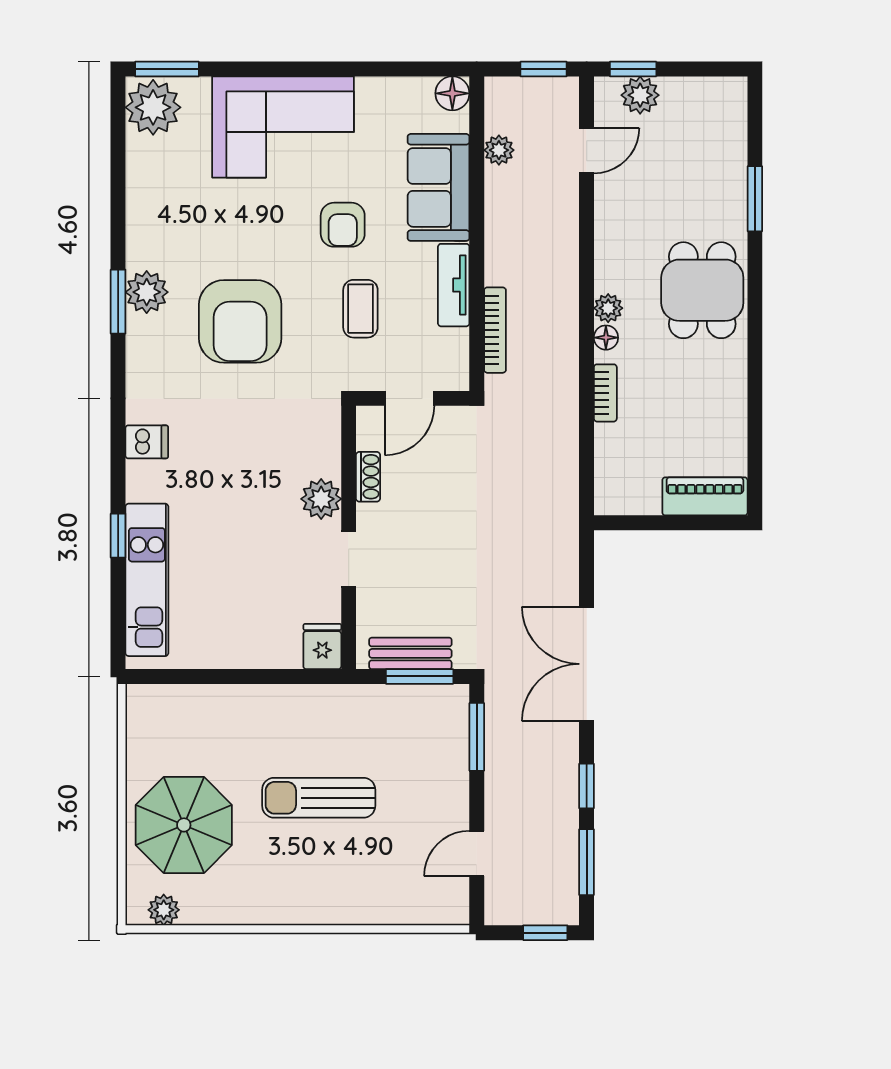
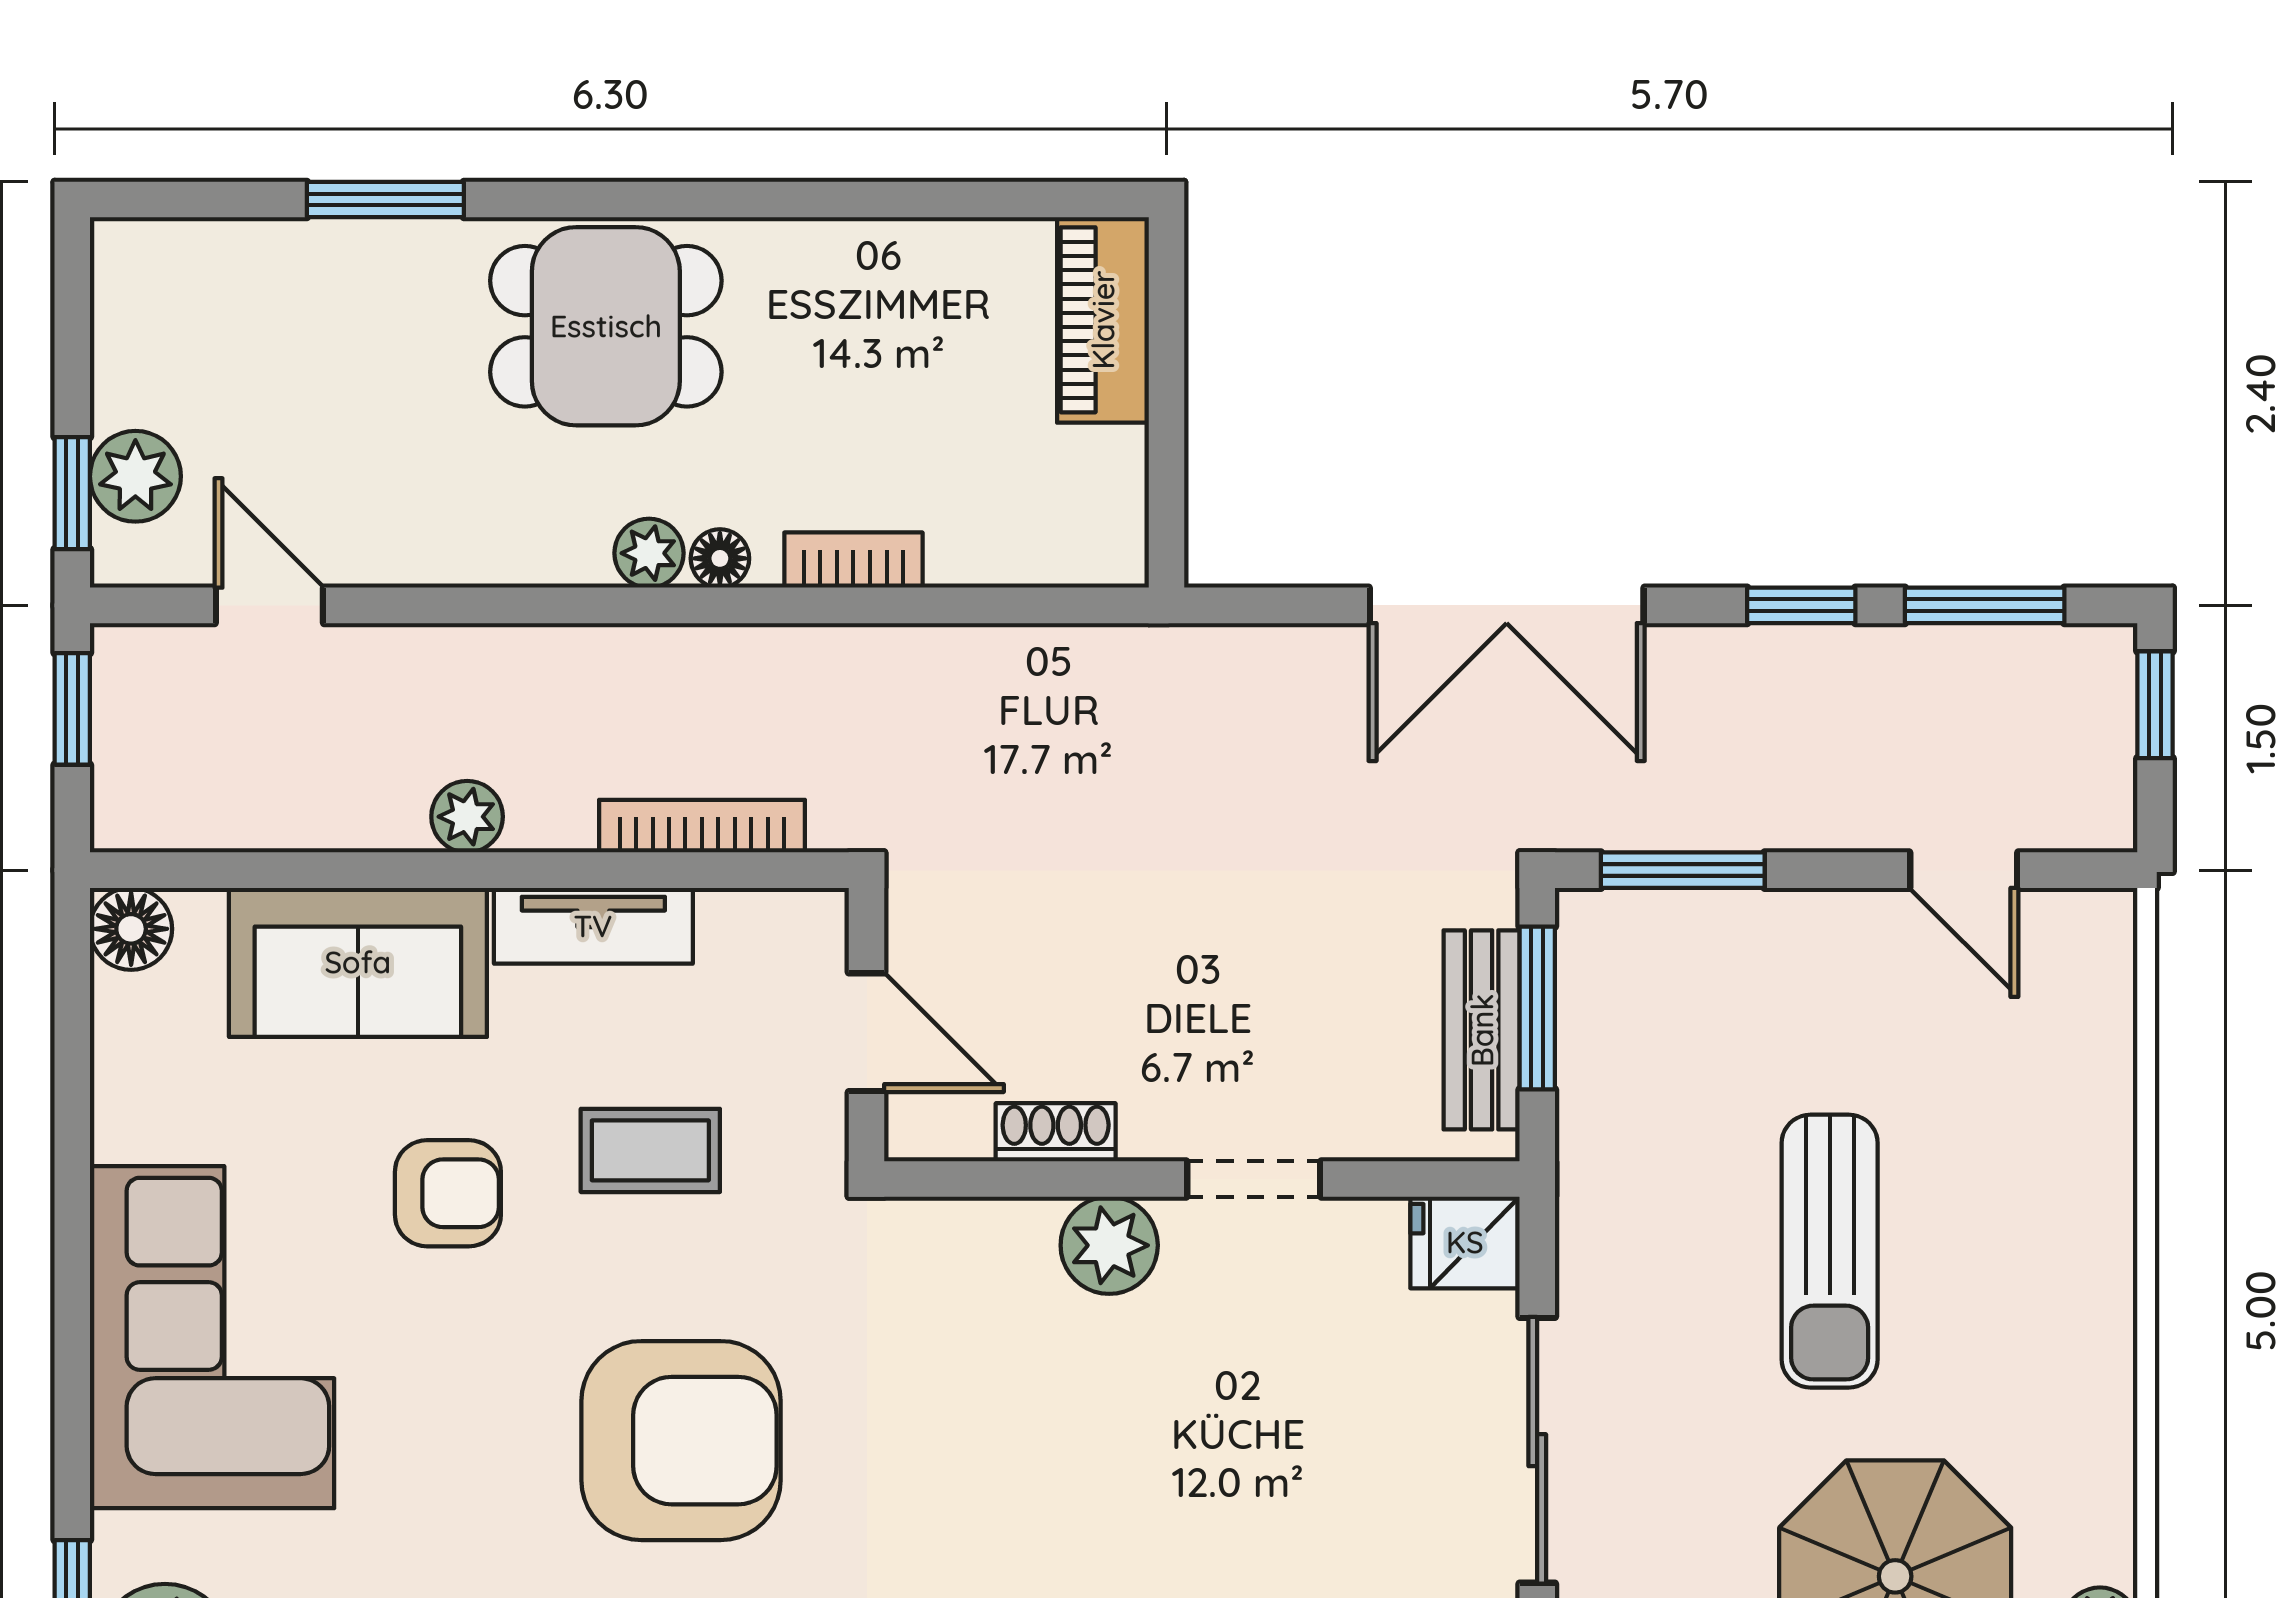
plant: (499, 150) -> (467, 817), moved
sliding door: (236, 676) -> (1537, 1450), added

